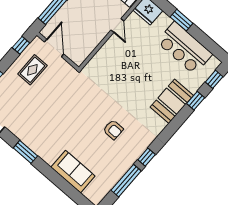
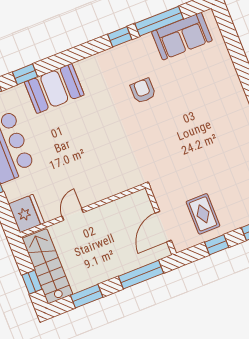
window: (21, 45) -> (217, 245), moved
rug: (32, 70) -> (203, 214), turned 90
sofa: (73, 172) -> (182, 36), moved, turned -90

